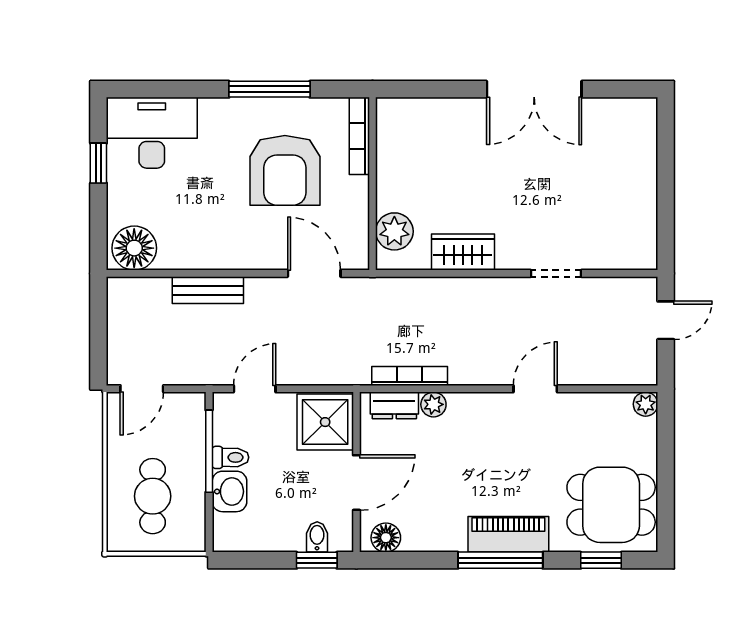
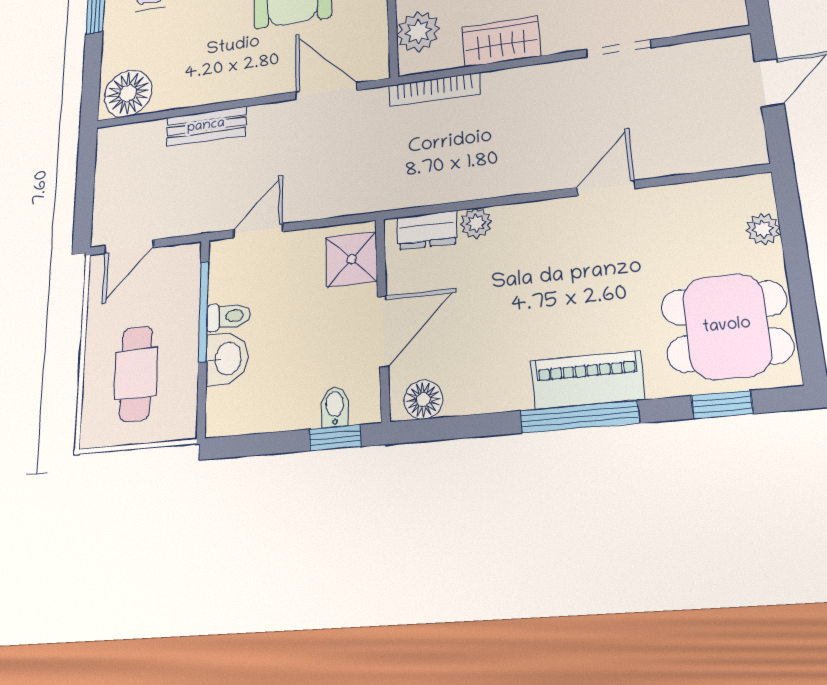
bookcase: (410, 376) -> (434, 90), moved, turned 180
plant: (646, 404) -> (763, 229), moved
shower: (325, 422) -> (352, 259), width x0.73, depth x0.73

